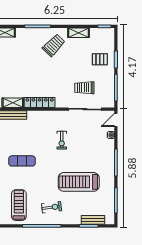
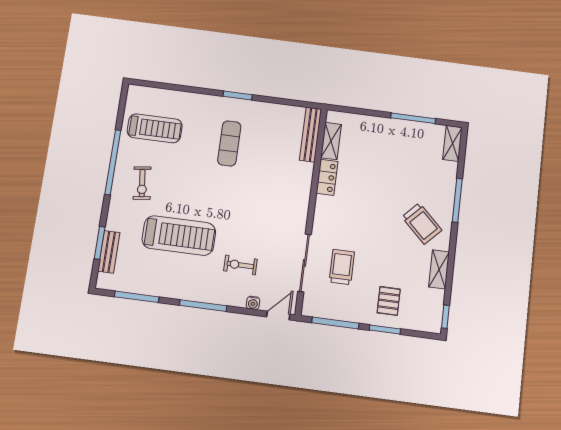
locker: (40, 102) -> (327, 177), width x0.66
door: (116, 120) -> (278, 315), hinge flipped
exercise bike: (62, 140) -> (240, 265), moved
treadmill: (79, 182) -> (179, 236), turned 90

